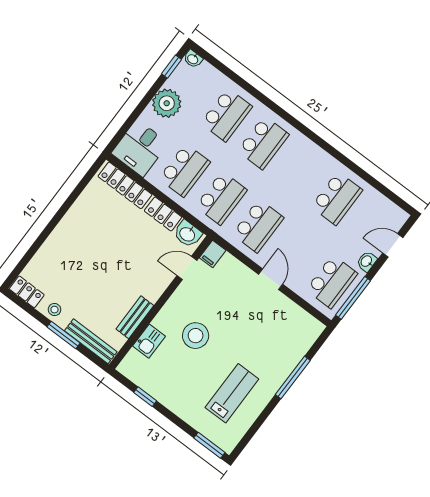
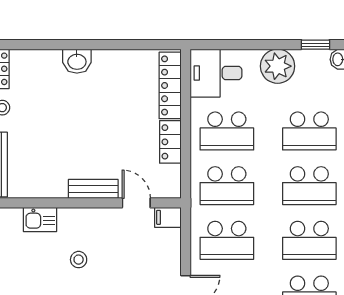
school desk: (300, 171) -> (309, 240), added
washbasin: (188, 234) -> (77, 61), moved, turned -90
bench: (135, 317) -> (93, 189), moved
stool: (196, 336) -> (79, 260), width x0.53, depth x0.53

